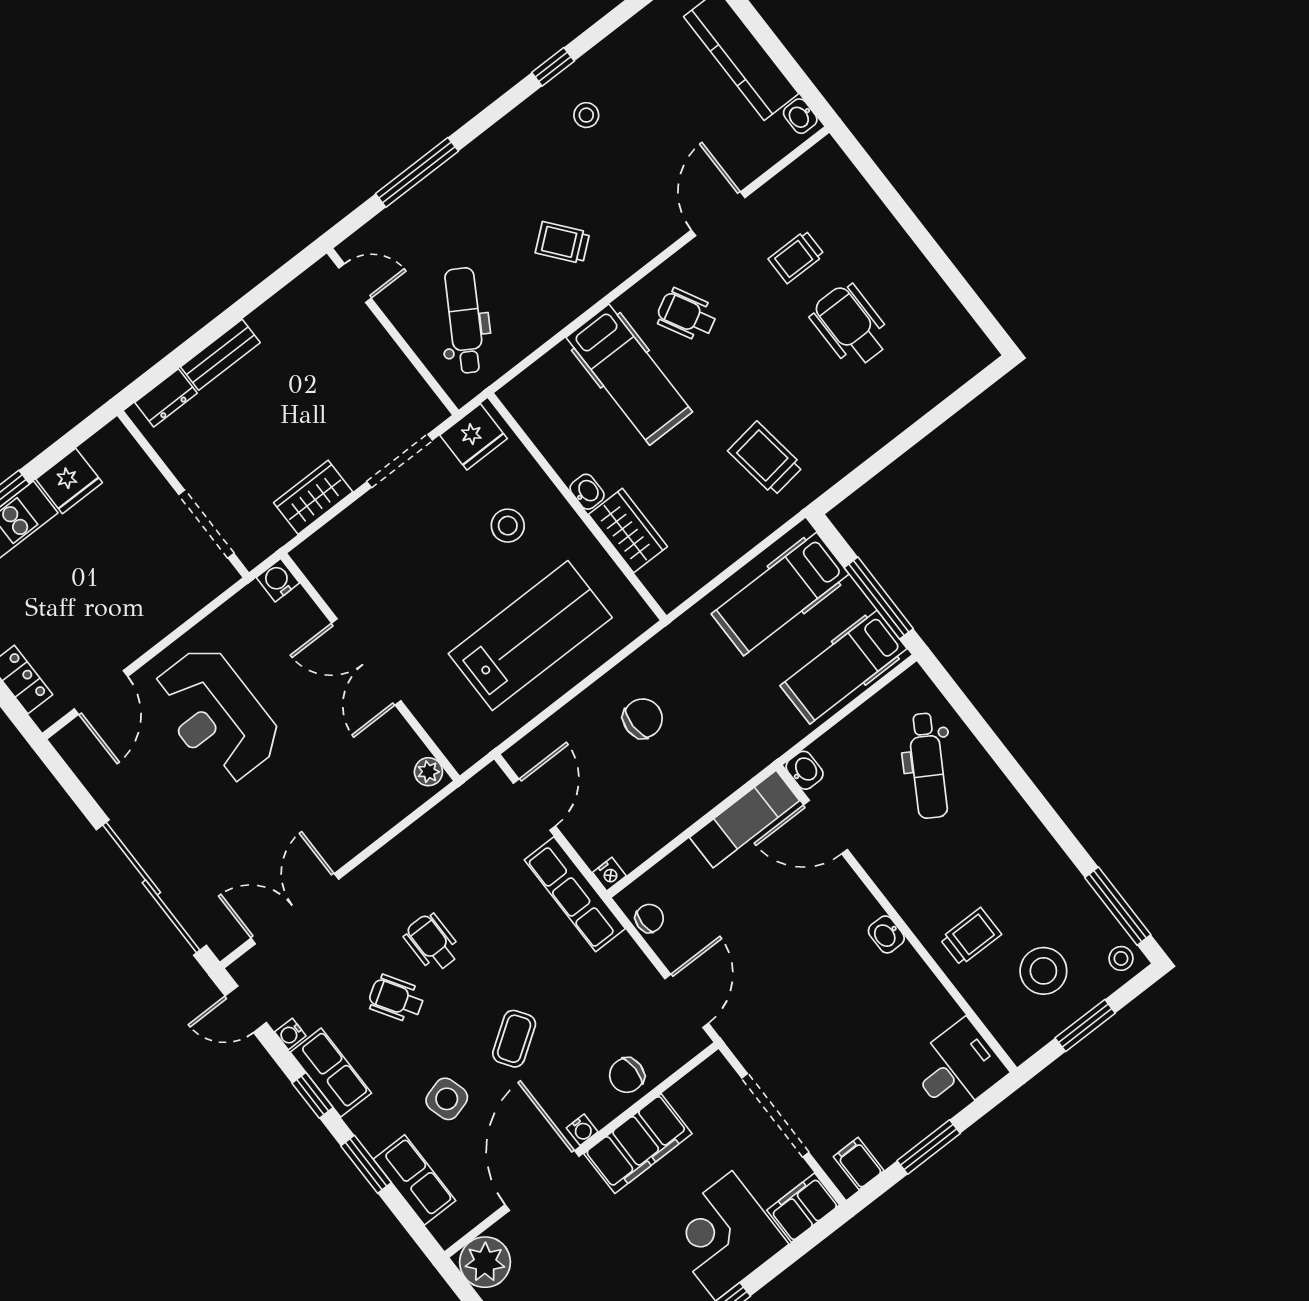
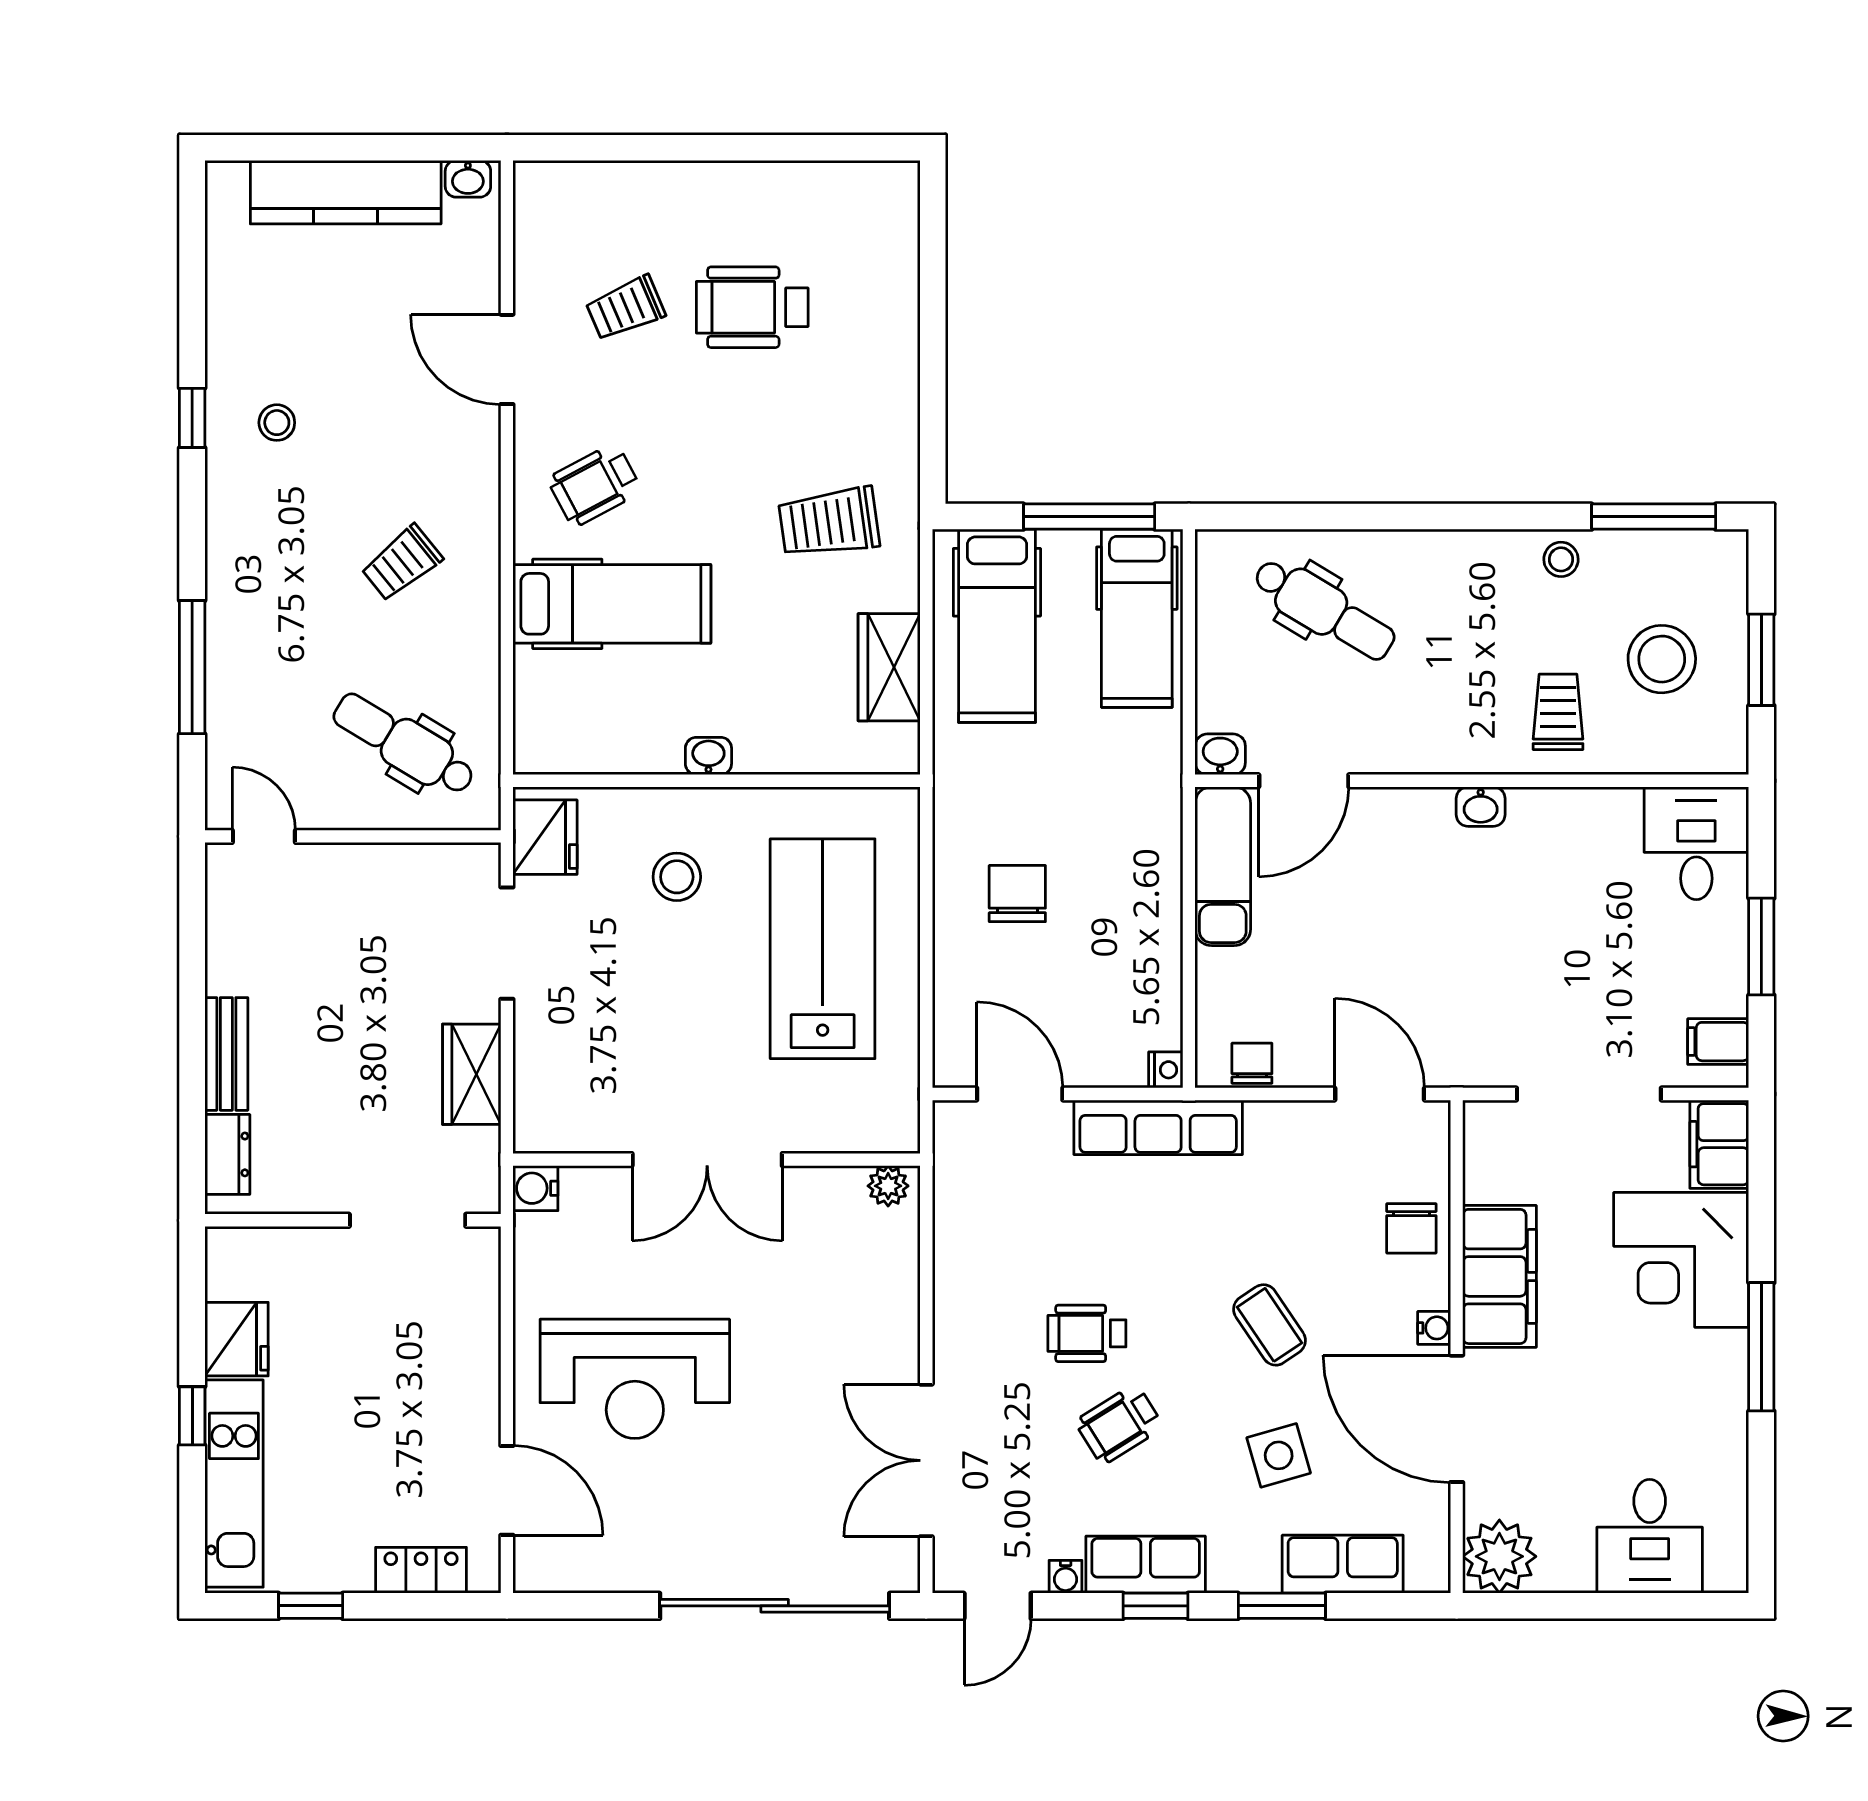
trolley: (796, 257) -> (626, 308), turned 67
door: (355, 283) -> (264, 836), hinge flipped
wardrobe: (628, 531) -> (889, 667), moved, turned -90
stool: (1121, 958) -> (1561, 559), moved

